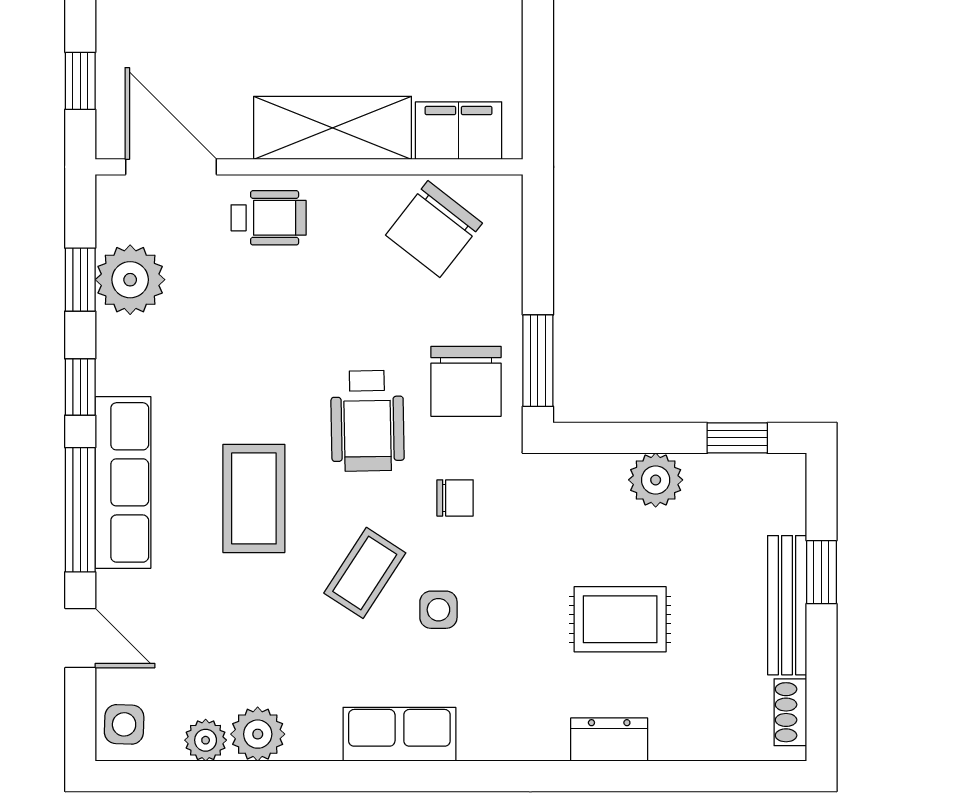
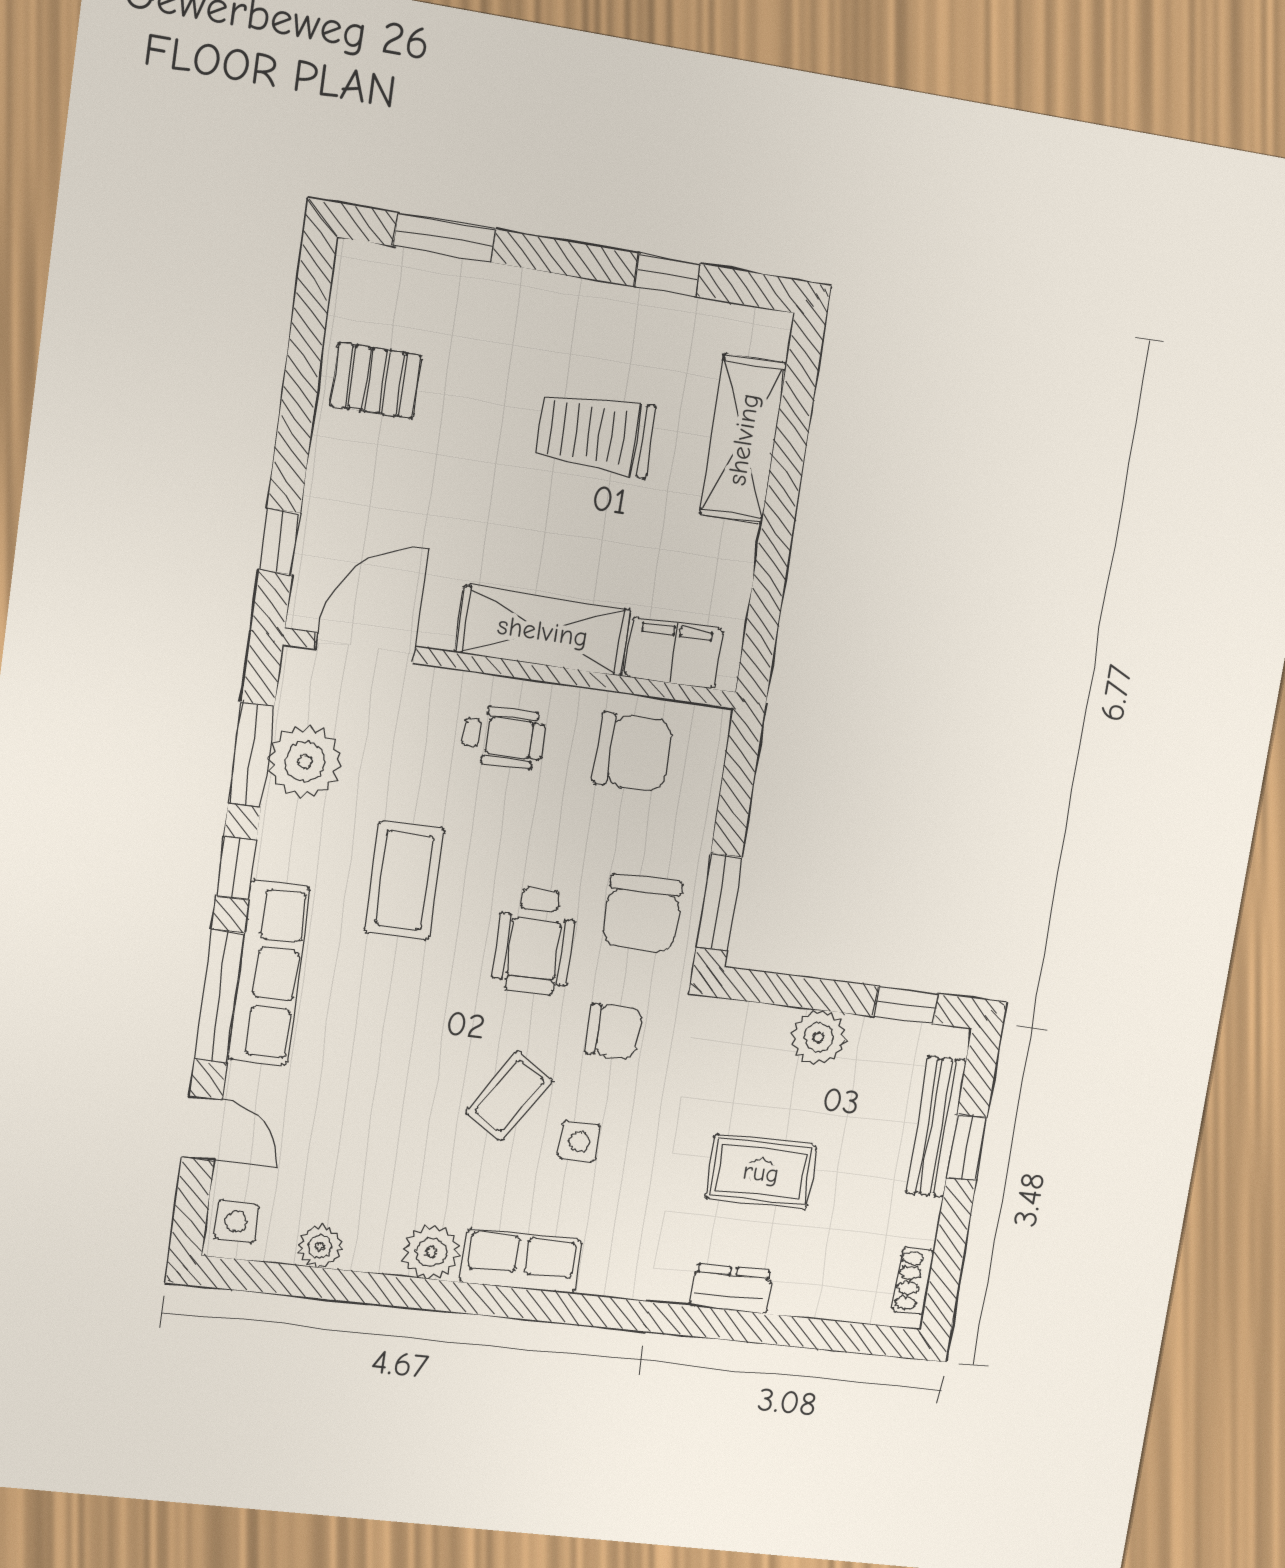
door: (171, 167) -> (365, 648), hinge flipped
wheelchair: (269, 218) -> (503, 737), moved
chair: (434, 229) -> (633, 752), turned -128
window: (80, 280) -> (251, 754), width x1.50
coffee table: (254, 498) -> (405, 880), moved
chair: (455, 498) -> (613, 1031), width x1.37, depth x1.37
bench: (787, 605) -> (936, 1127), moved
plant: (258, 734) -> (431, 1252), moved

